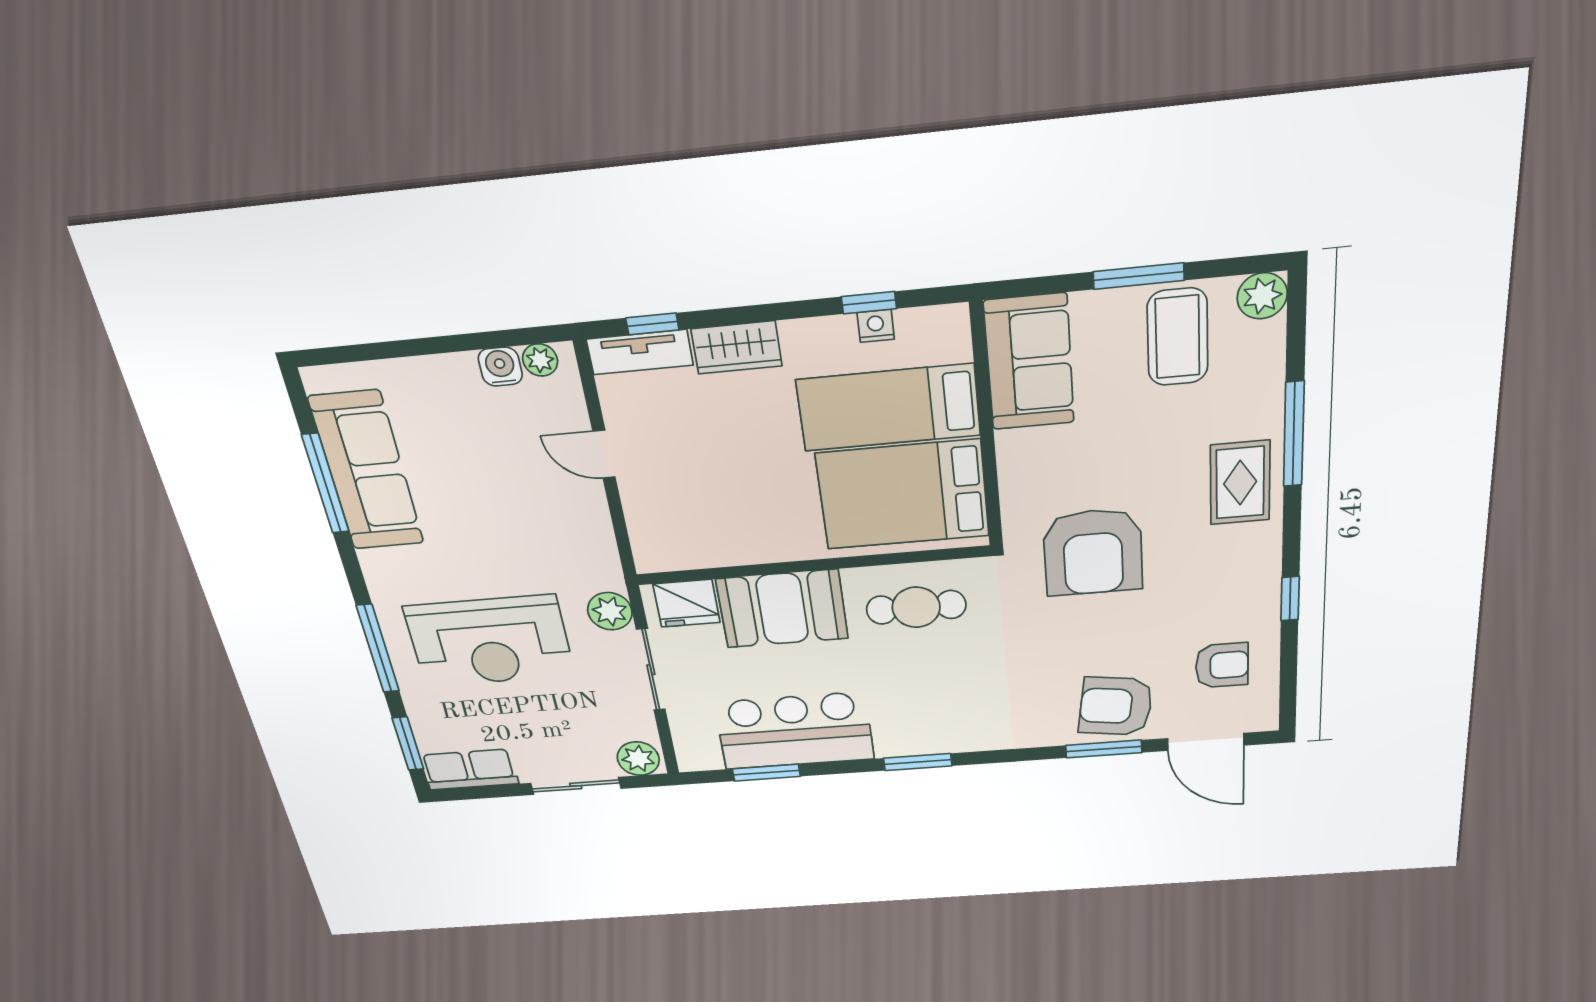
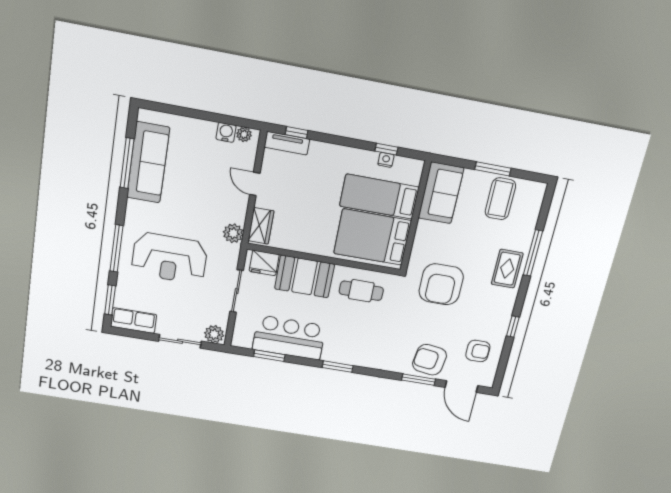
plant: (1262, 296) -> (536, 191), removed
wardrobe: (737, 347) -> (261, 226), moved, turned -90
plant: (610, 611) -> (233, 233), moved

